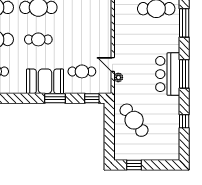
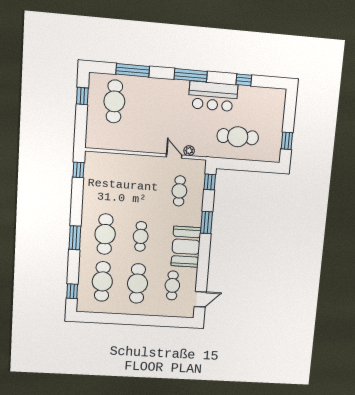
door: (113, 64) -> (174, 156), swing flipped
bar counter: (168, 74) -> (213, 96), moved
booth: (45, 81) -> (186, 247), moved
cafe table: (134, 120) -> (238, 137), turned 37

